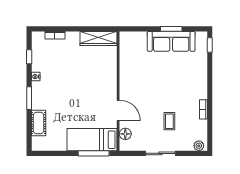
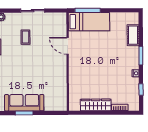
wardrobe: (99, 38) -> (96, 105), moved
floor lamp: (125, 134) -> (62, 26), removed

